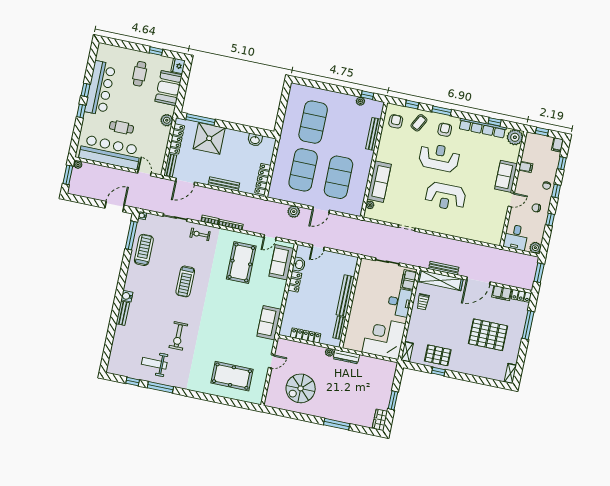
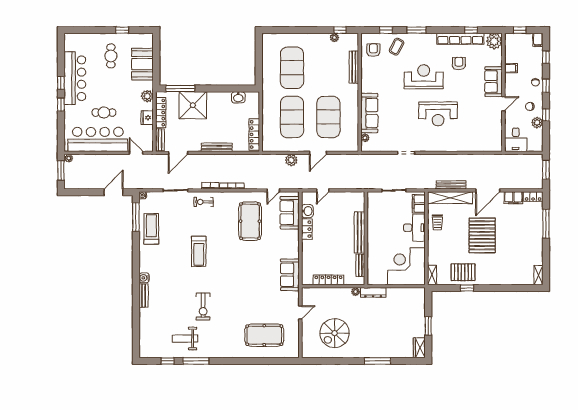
fridge: (178, 66) -> (147, 118), moved
armchair: (445, 130) -> (459, 64), moved
plant: (535, 248) -> (537, 123), moved
pallet: (488, 335) -> (482, 235), moved, turned 90

